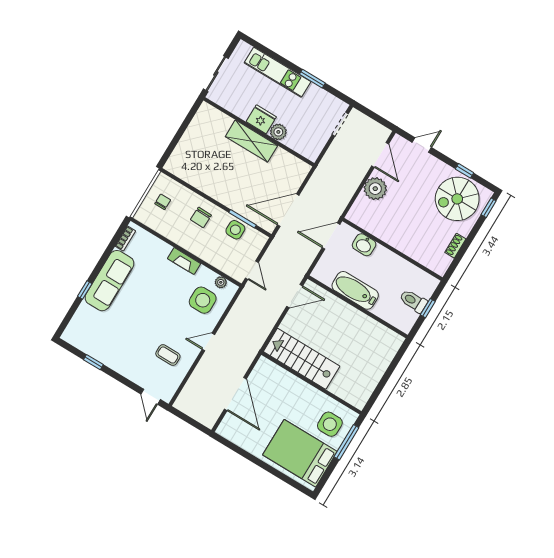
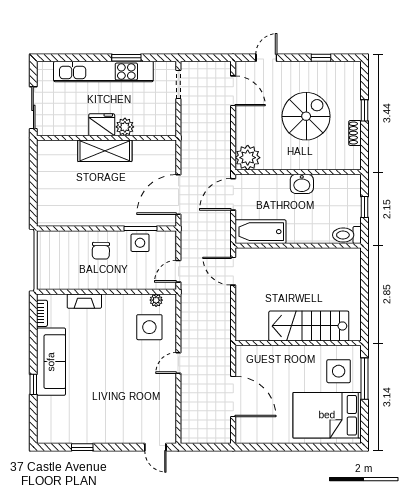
kitchen unit: (277, 72) -> (103, 72), width x1.36
plant: (375, 189) -> (248, 158), moved
spiral stairs: (457, 199) -> (306, 116), moved, turned 180
chair: (163, 202) -> (56, 258), removed
window: (489, 208) -> (364, 110), moved
washbasin: (364, 245) -> (302, 184), moved
fireplace: (184, 261) -> (84, 301), moved
door: (252, 270) -> (178, 271), swing flipped
bathtub: (355, 290) -> (260, 232), moved
door: (295, 296) -> (233, 271), swing flipped
toilet: (413, 301) -> (347, 235), moved
coffee table: (168, 355) -> (148, 398), removed
stairs: (302, 359) -> (309, 326), moved

